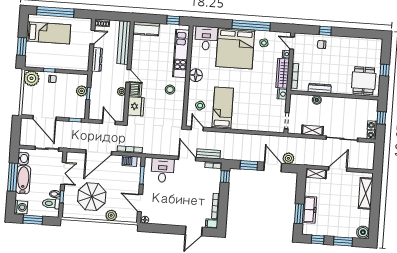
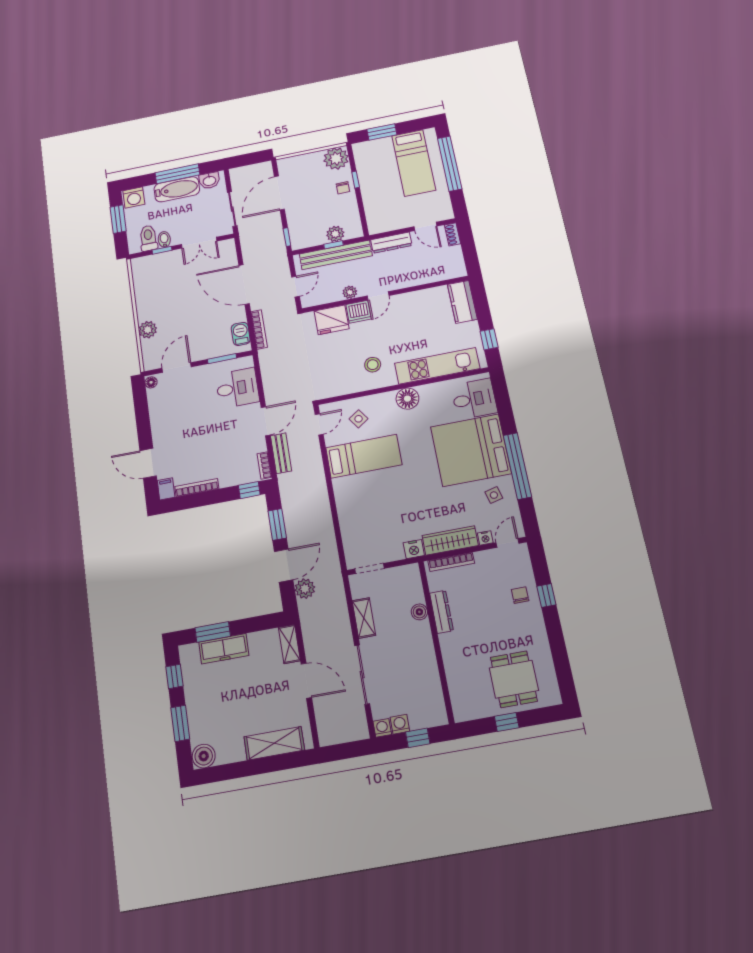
bench: (124, 43) -> (336, 255), moved
dining table: (364, 81) -> (514, 679), moved, turned 90
parasol: (92, 197) -> (172, 293), removed

